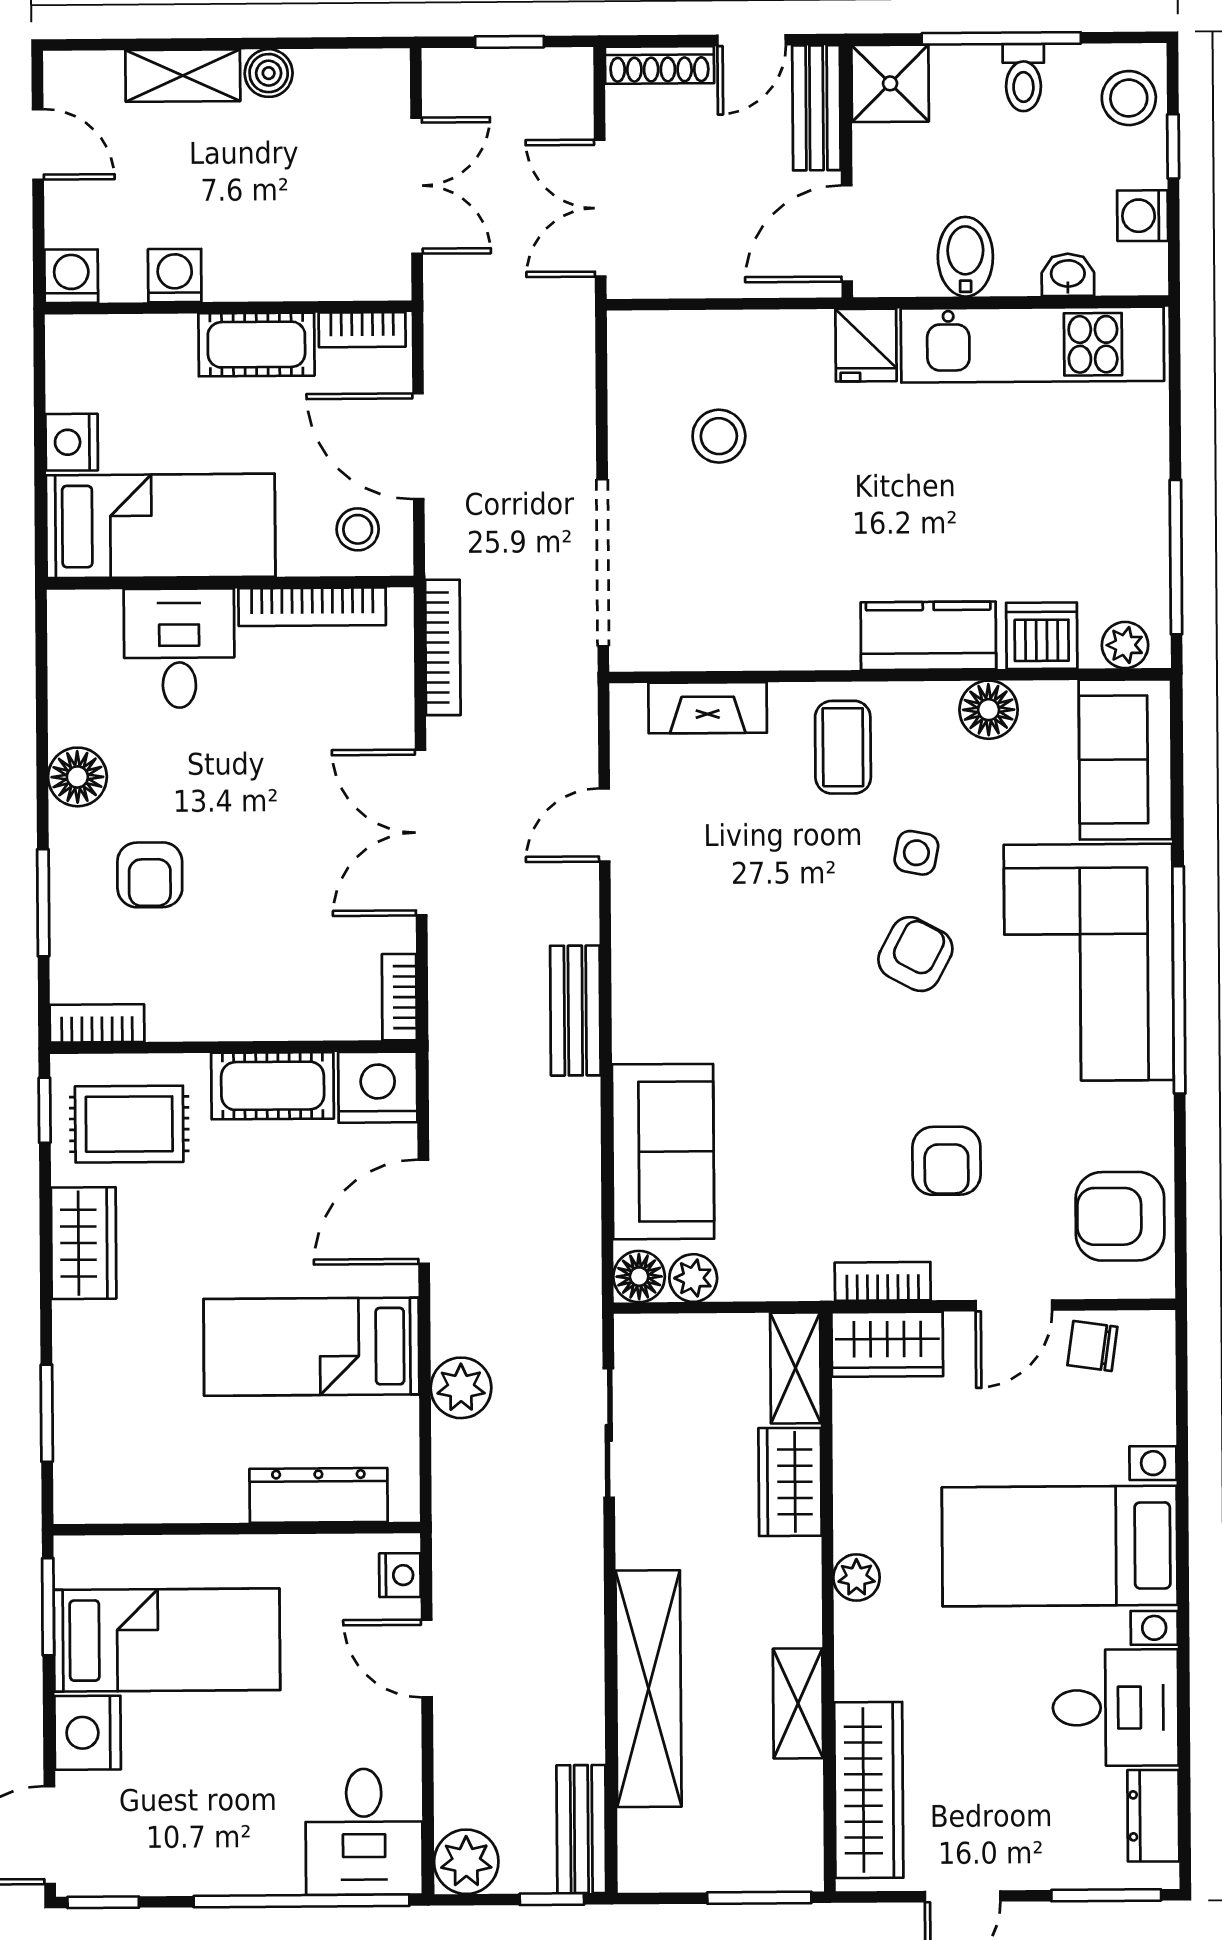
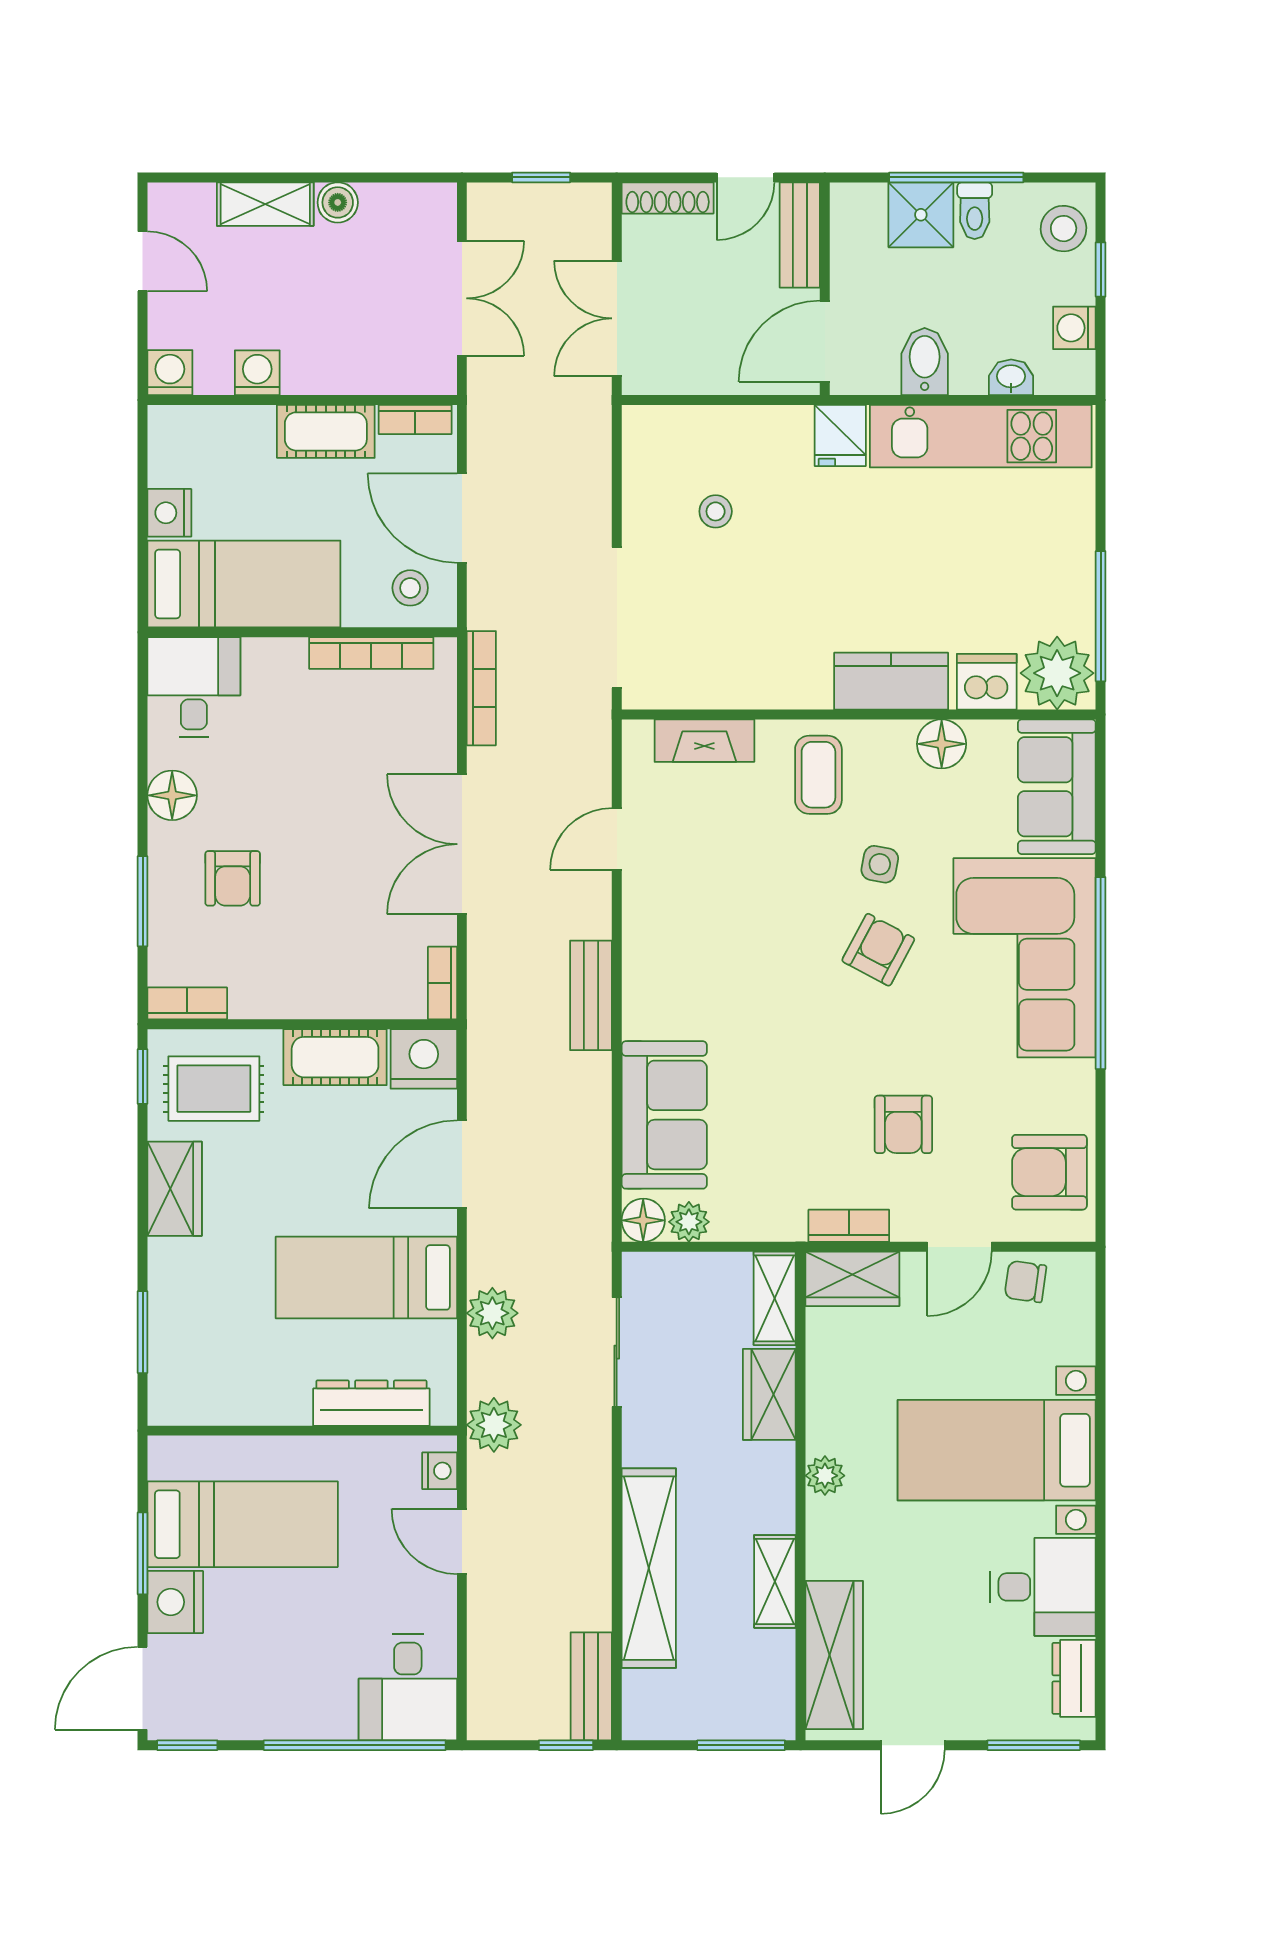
shower: (890, 83) -> (921, 215), moved
stool: (719, 436) -> (716, 511), width x0.73, depth x0.73
plant: (1125, 645) -> (1057, 673), width x1.88, depth x1.88
desk: (179, 648) -> (194, 687), moved
window: (48, 1607) -> (143, 1553), moved
plant: (466, 1862) -> (494, 1425), moved

